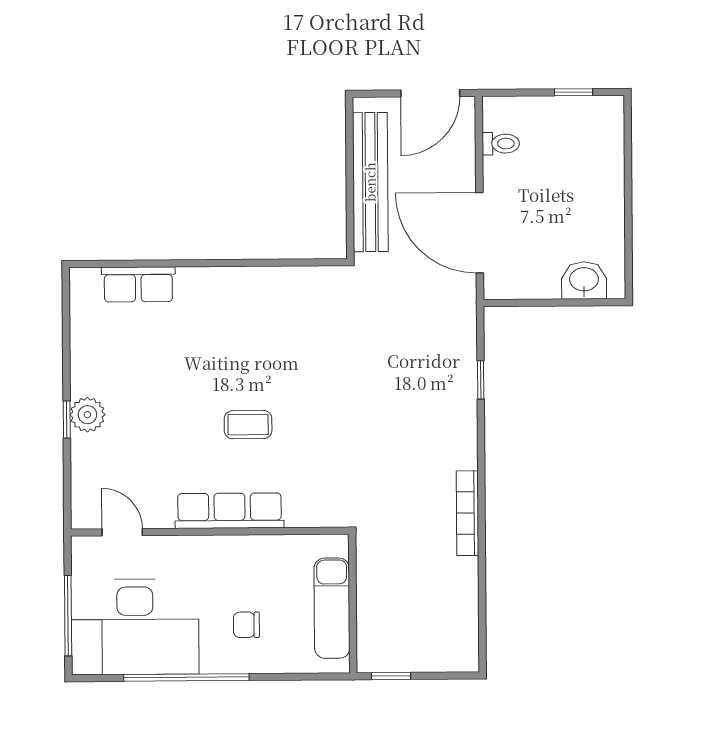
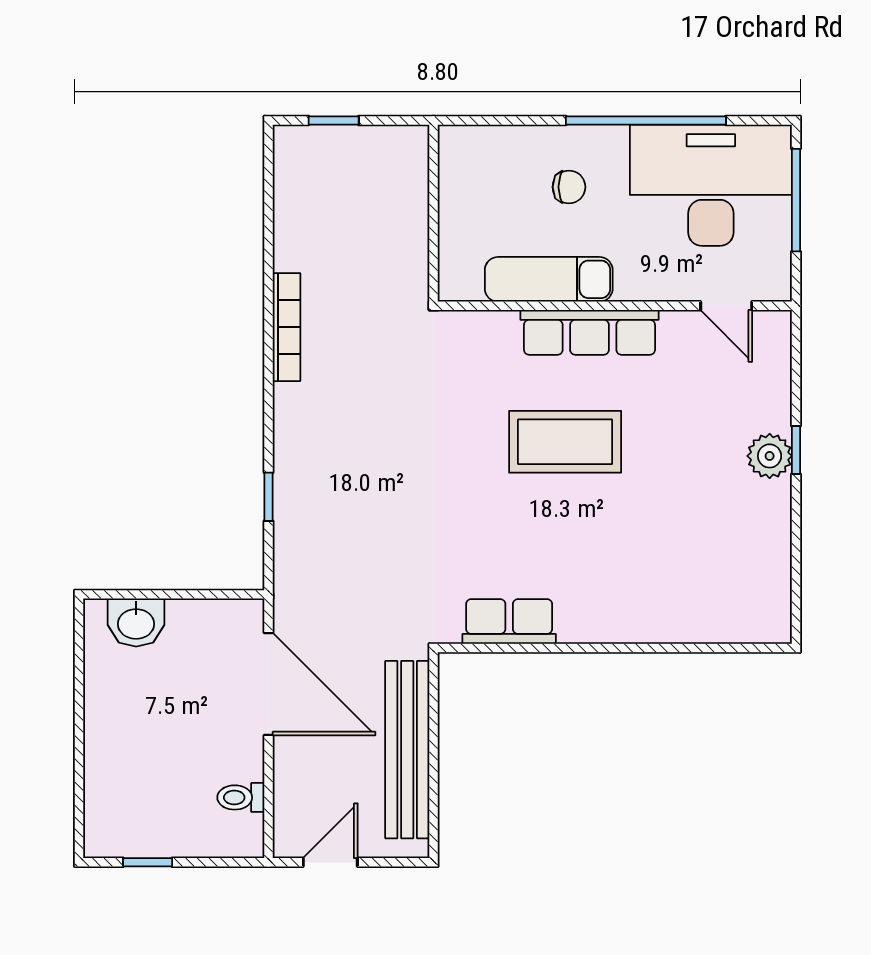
door: (430, 93) -> (330, 862), width x0.73
row of seats: (138, 284) -> (509, 621), moved
coffee table: (248, 425) -> (565, 442), width x1.86, depth x1.72
exam couch: (332, 608) -> (549, 279), moved, turned -90
window: (391, 676) -> (334, 120), moved

